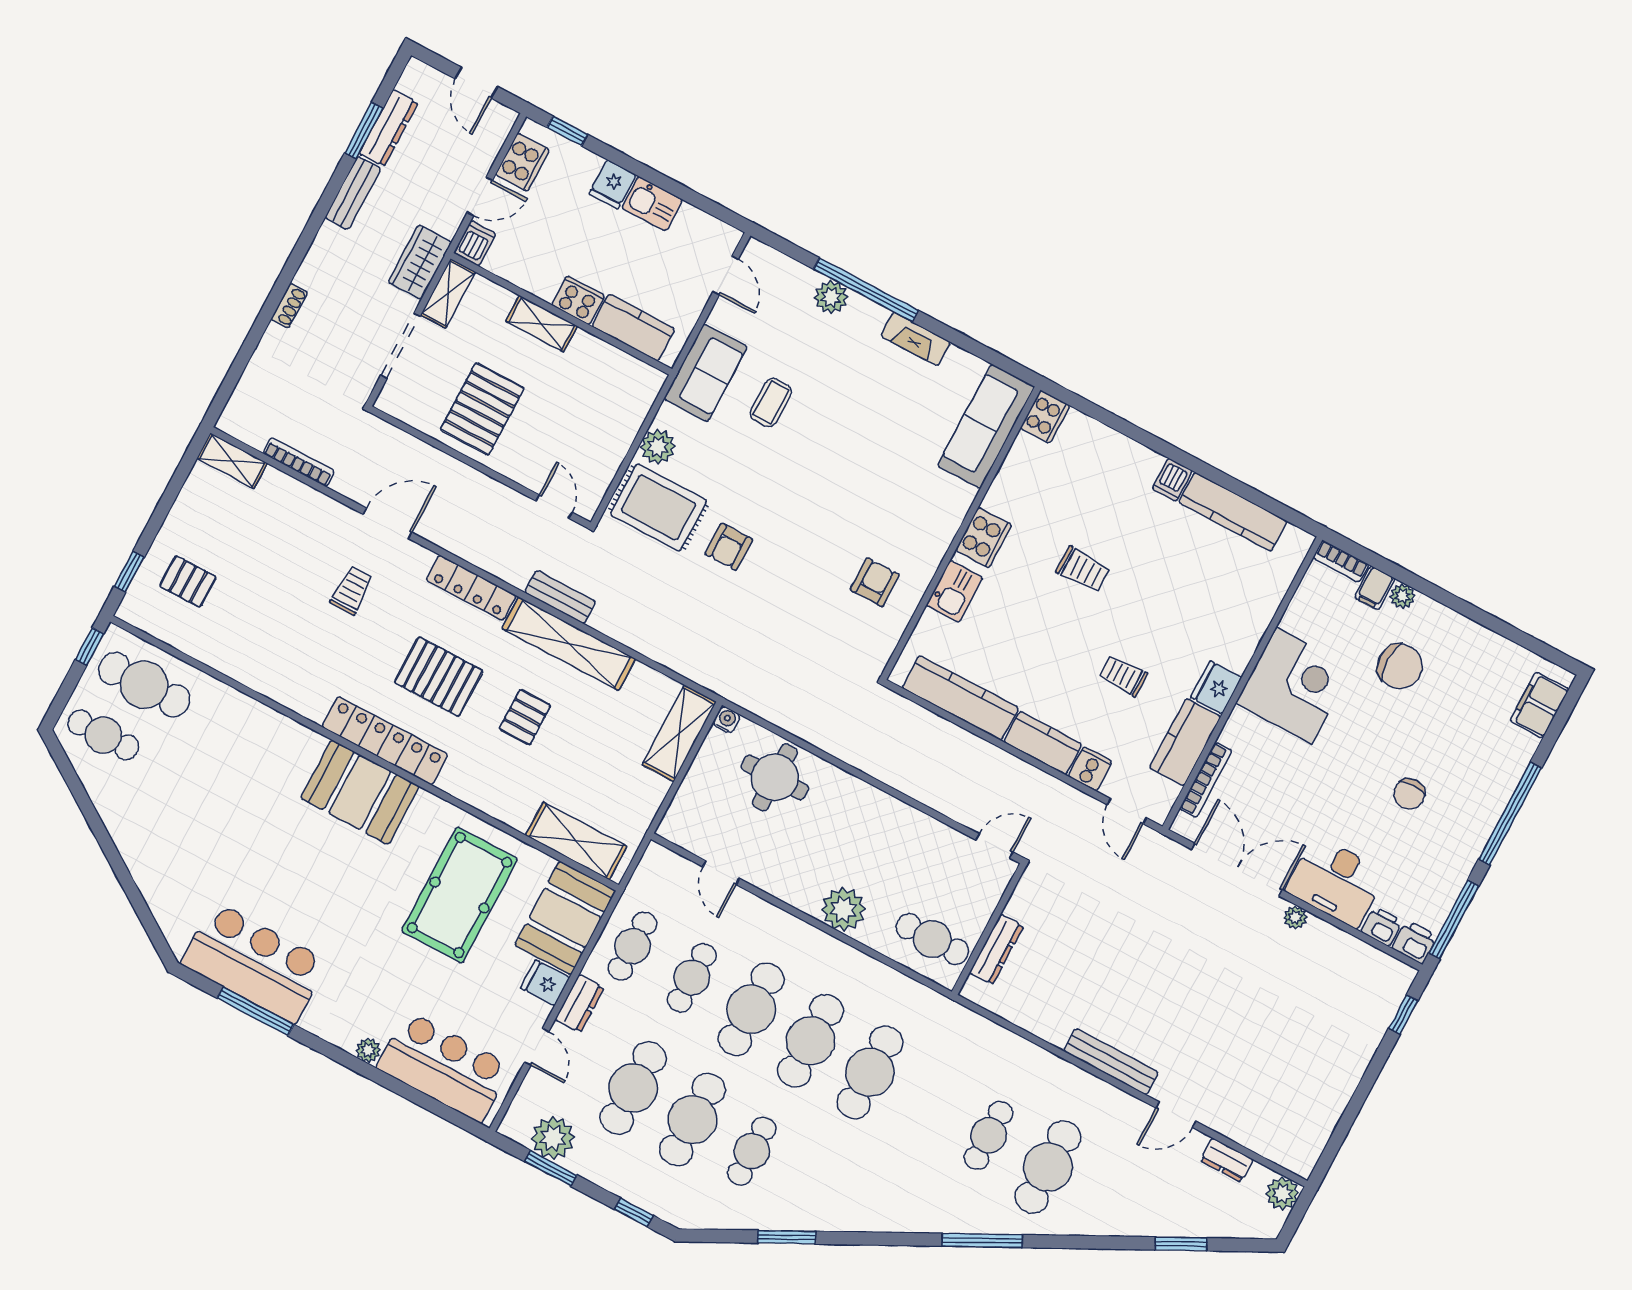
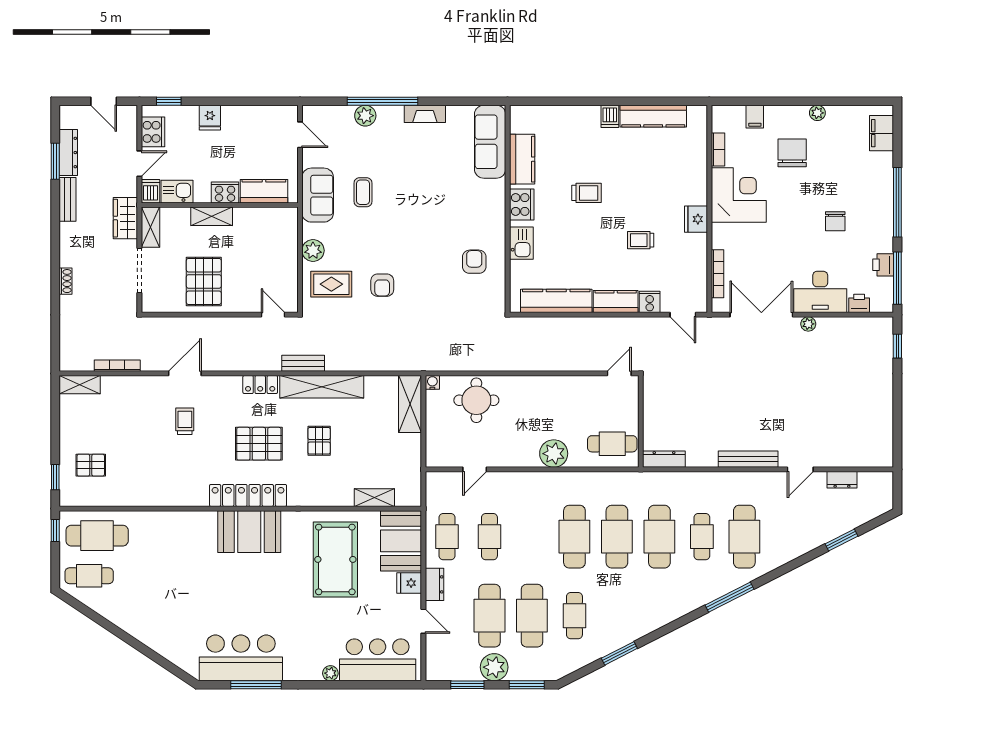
kitchen sink: (652, 204) -> (177, 192), moved, turned 180
cooker: (1045, 417) -> (520, 119), removed
rug: (658, 507) -> (331, 284), width x0.73, depth x0.70
bookcase: (1341, 561) -> (718, 149), moved, turned -90
locker: (471, 588) -> (260, 385), width x0.66
plant: (1403, 596) -> (817, 113), moved
chair: (1400, 666) -> (792, 153), turned -90
kitchen counter: (1185, 742) -> (522, 159), moved, turned 180
shelving: (576, 841) -> (374, 498), width x0.67, depth x0.75
door: (721, 873) -> (475, 469), hinge flipped
printer: (1414, 942) -> (883, 265), moved, turned -90
dresser: (996, 949) -> (664, 459), moved, turned -90
cafe table: (751, 1009) -> (659, 537), moved
plant: (553, 1138) -> (494, 667), moved
plant: (1282, 1193) -> (883, 482), removed
window: (634, 1212) -> (527, 685), width x1.50

